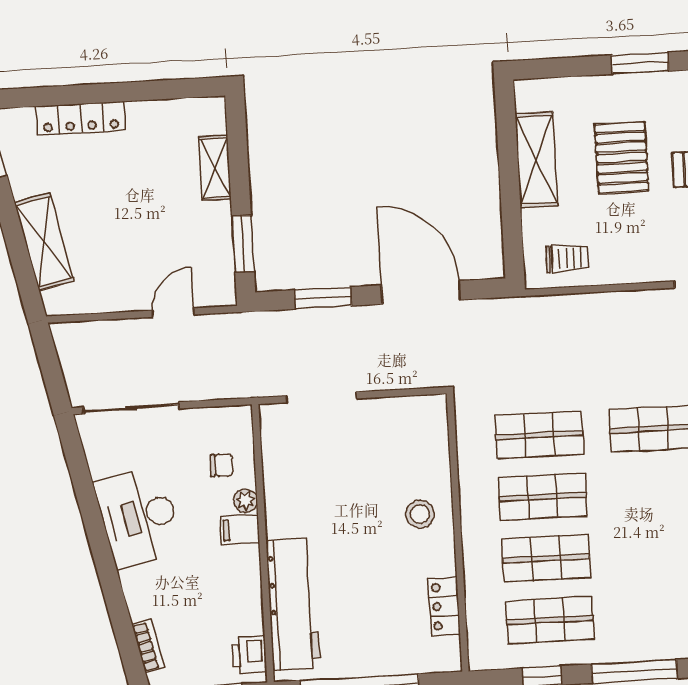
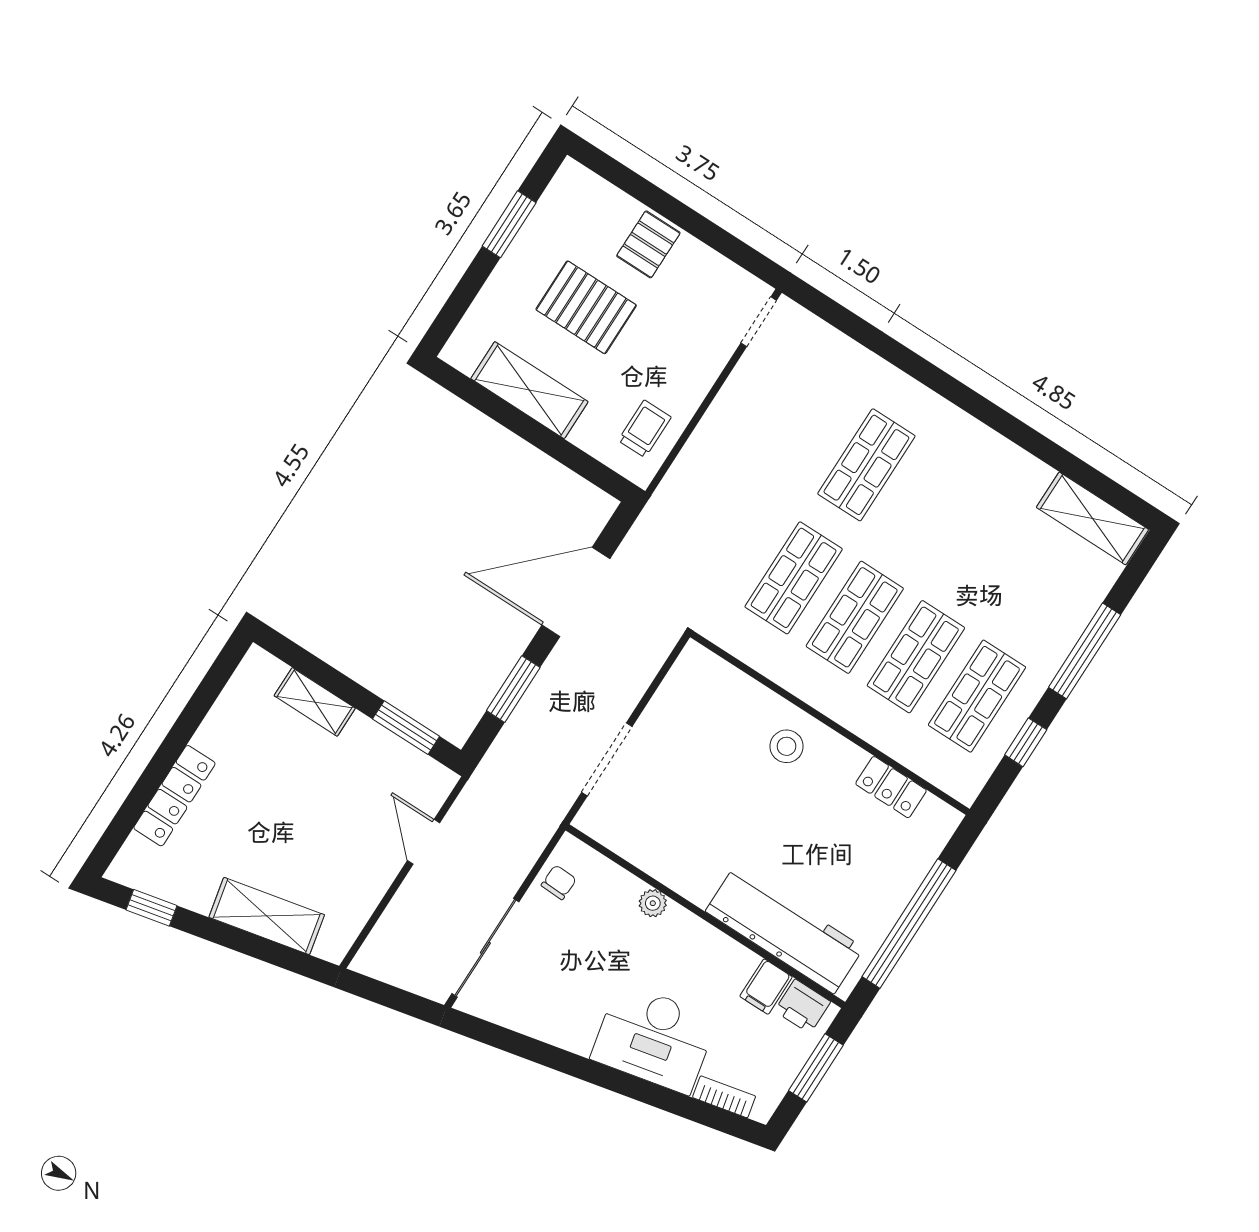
chair: (221, 465) -> (559, 882), moved
desk: (139, 517) -> (654, 1038), moved
filing cabinet: (240, 530) -> (766, 987), moved

